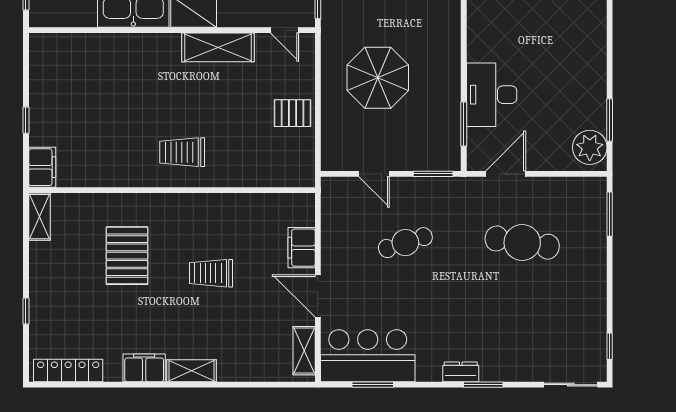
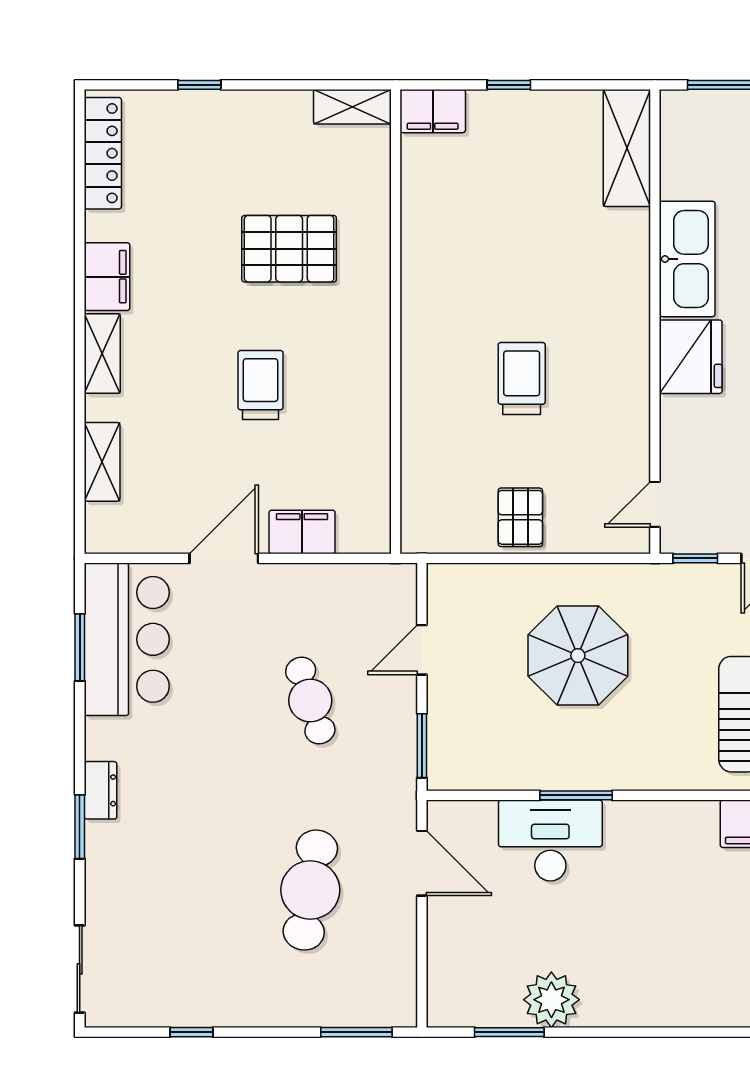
shelving: (218, 47) -> (627, 148), moved
window: (464, 124) -> (576, 795), moved
plant: (590, 147) -> (551, 1000), moved
trolley: (182, 152) -> (522, 378), moved
window: (610, 346) -> (192, 1032), moved
shelving: (304, 351) -> (102, 462), moved, turned 90

